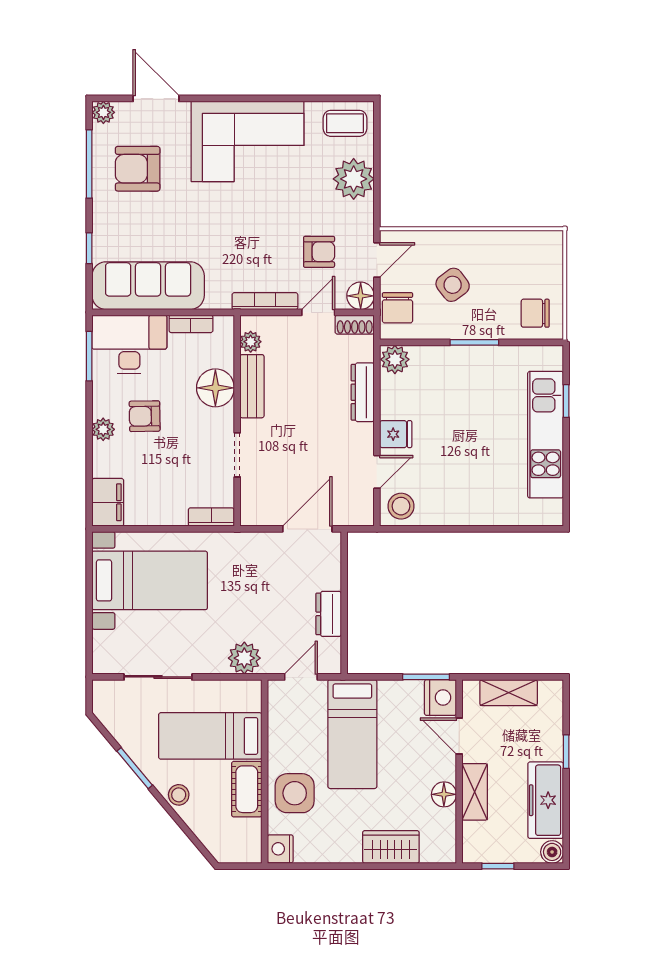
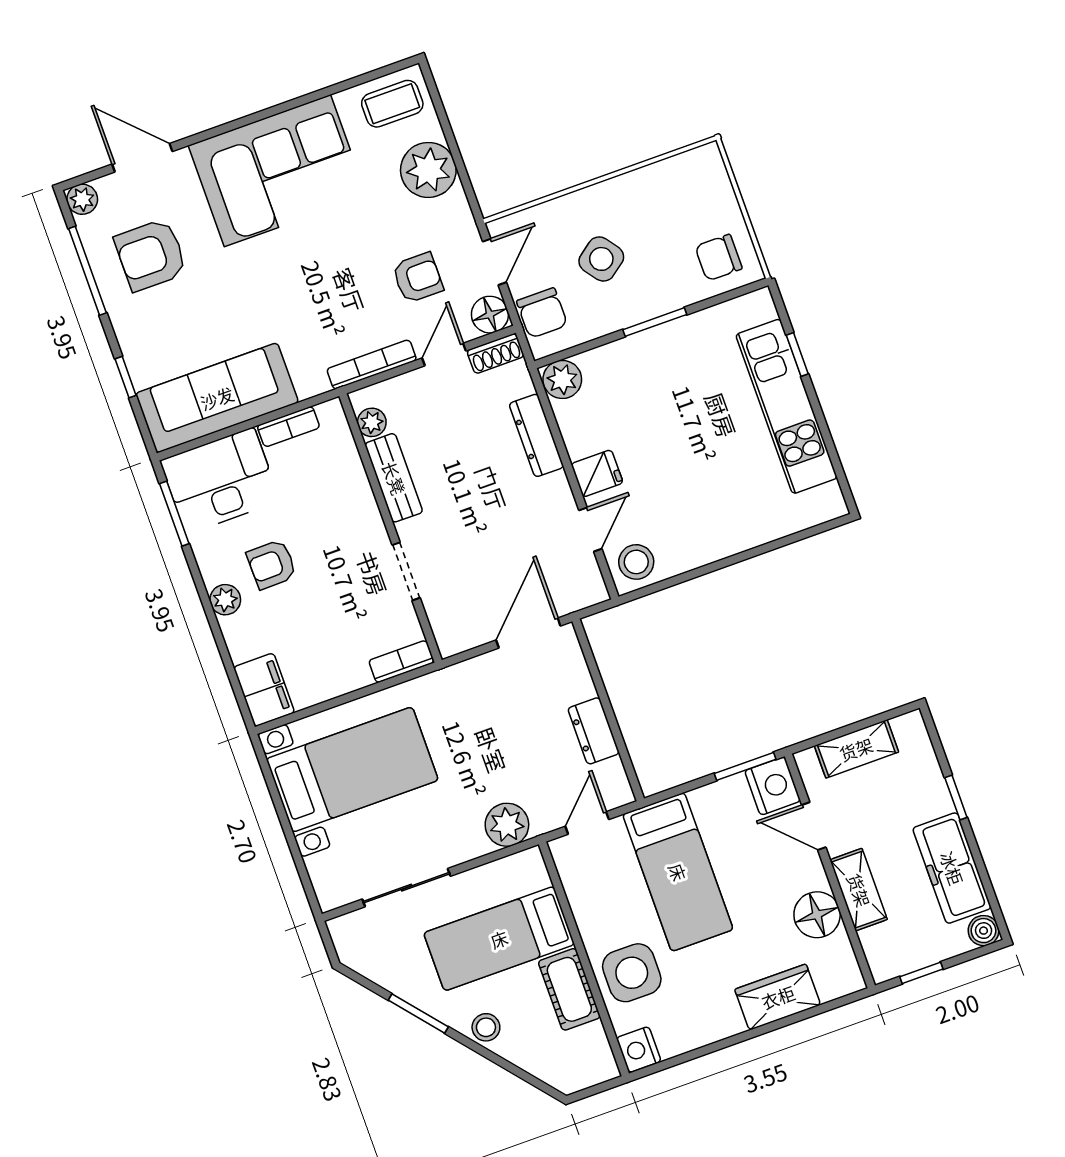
floor lamp: (215, 388) -> (348, 497), removed
floor lamp: (444, 794) -> (817, 915), width x1.38, depth x1.38

